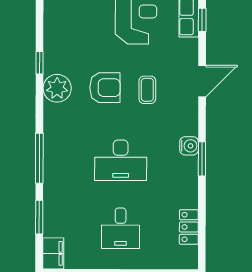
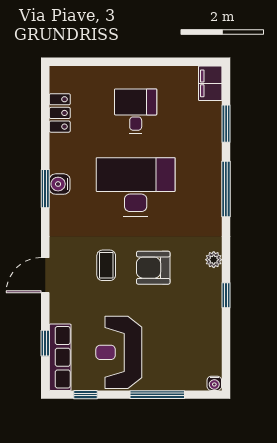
plant: (57, 88) -> (214, 260), width x0.53, depth x0.53
water cooler: (189, 146) -> (60, 184), moved
desk: (121, 160) -> (136, 187), width x1.36, depth x1.30

